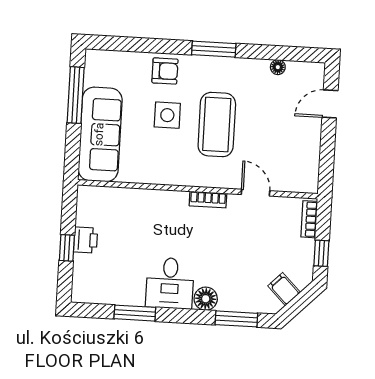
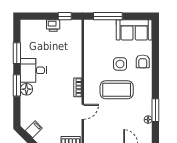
window: (214, 49) -> (155, 110), moved
window: (76, 95) -> (108, 16), moved
sofa: (100, 134) -> (134, 30), moved, width x0.73
window: (67, 248) -> (65, 16), moved
window: (236, 319) -> (17, 85), moved

